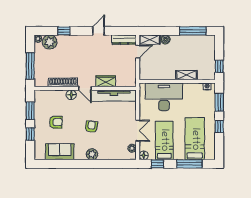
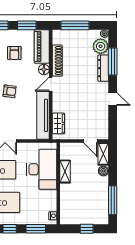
window: (64, 31) -> (113, 62), width x2.17
dresser: (124, 40) -> (103, 68), moved
window: (219, 66) -> (87, 229), moved
shelving: (186, 75) -> (65, 171), moved
wardrobe: (106, 81) -> (58, 123), moved
piano: (50, 97) -> (42, 46), added

